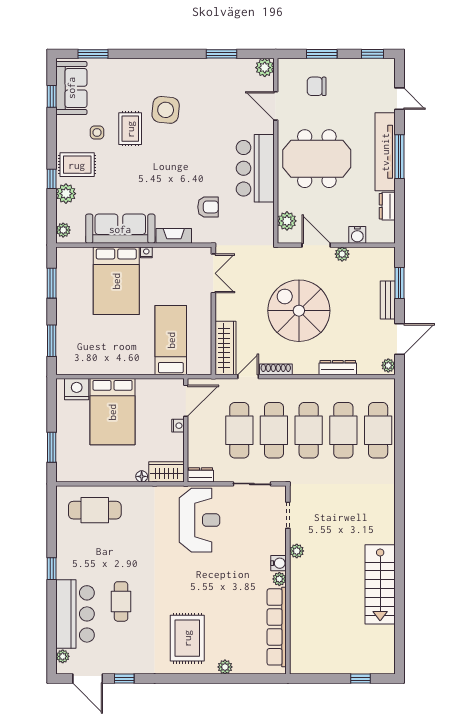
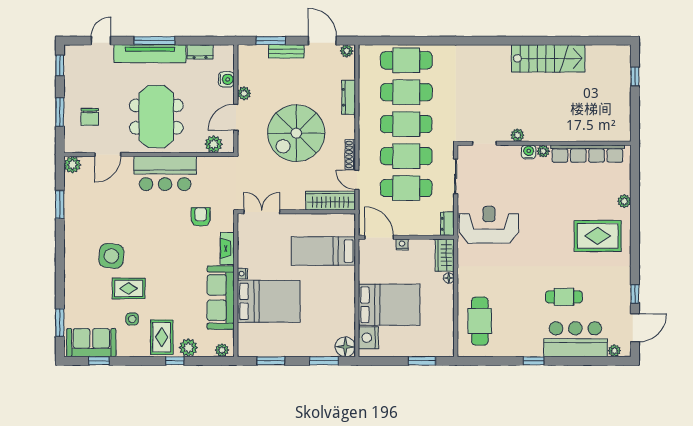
floor lamp: (67, 364) -> (345, 347), added

